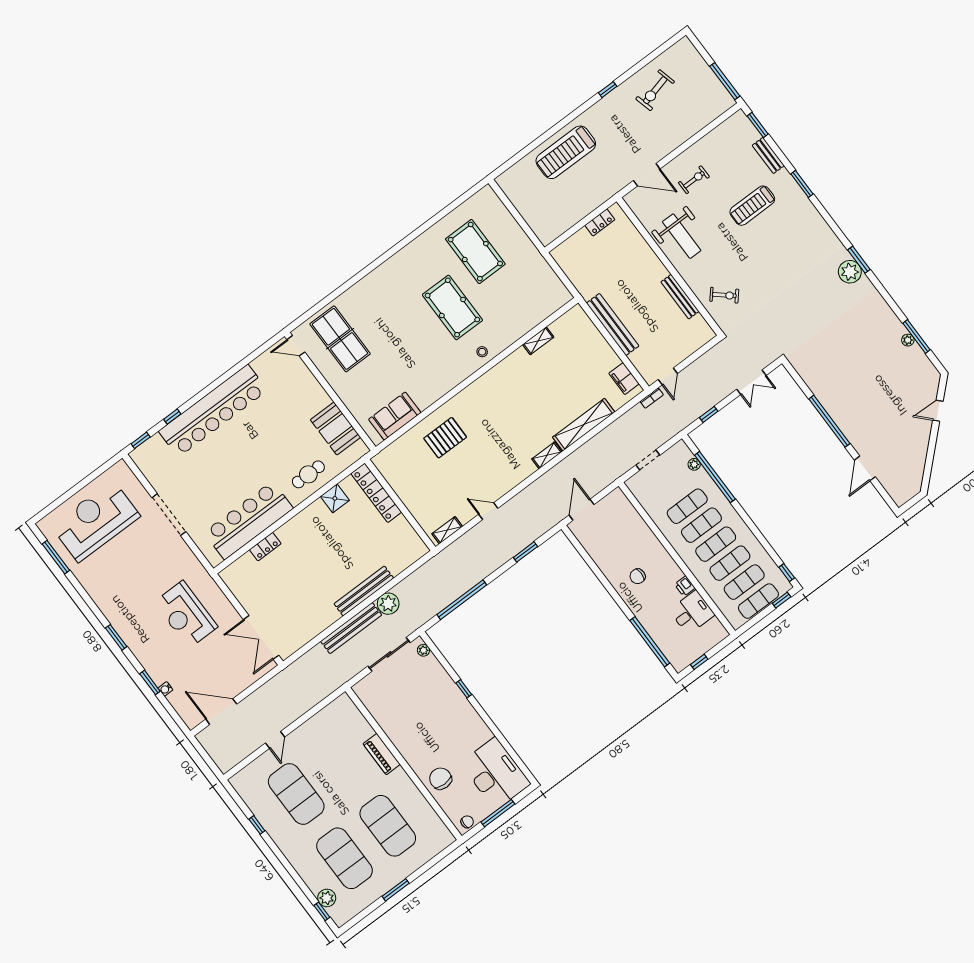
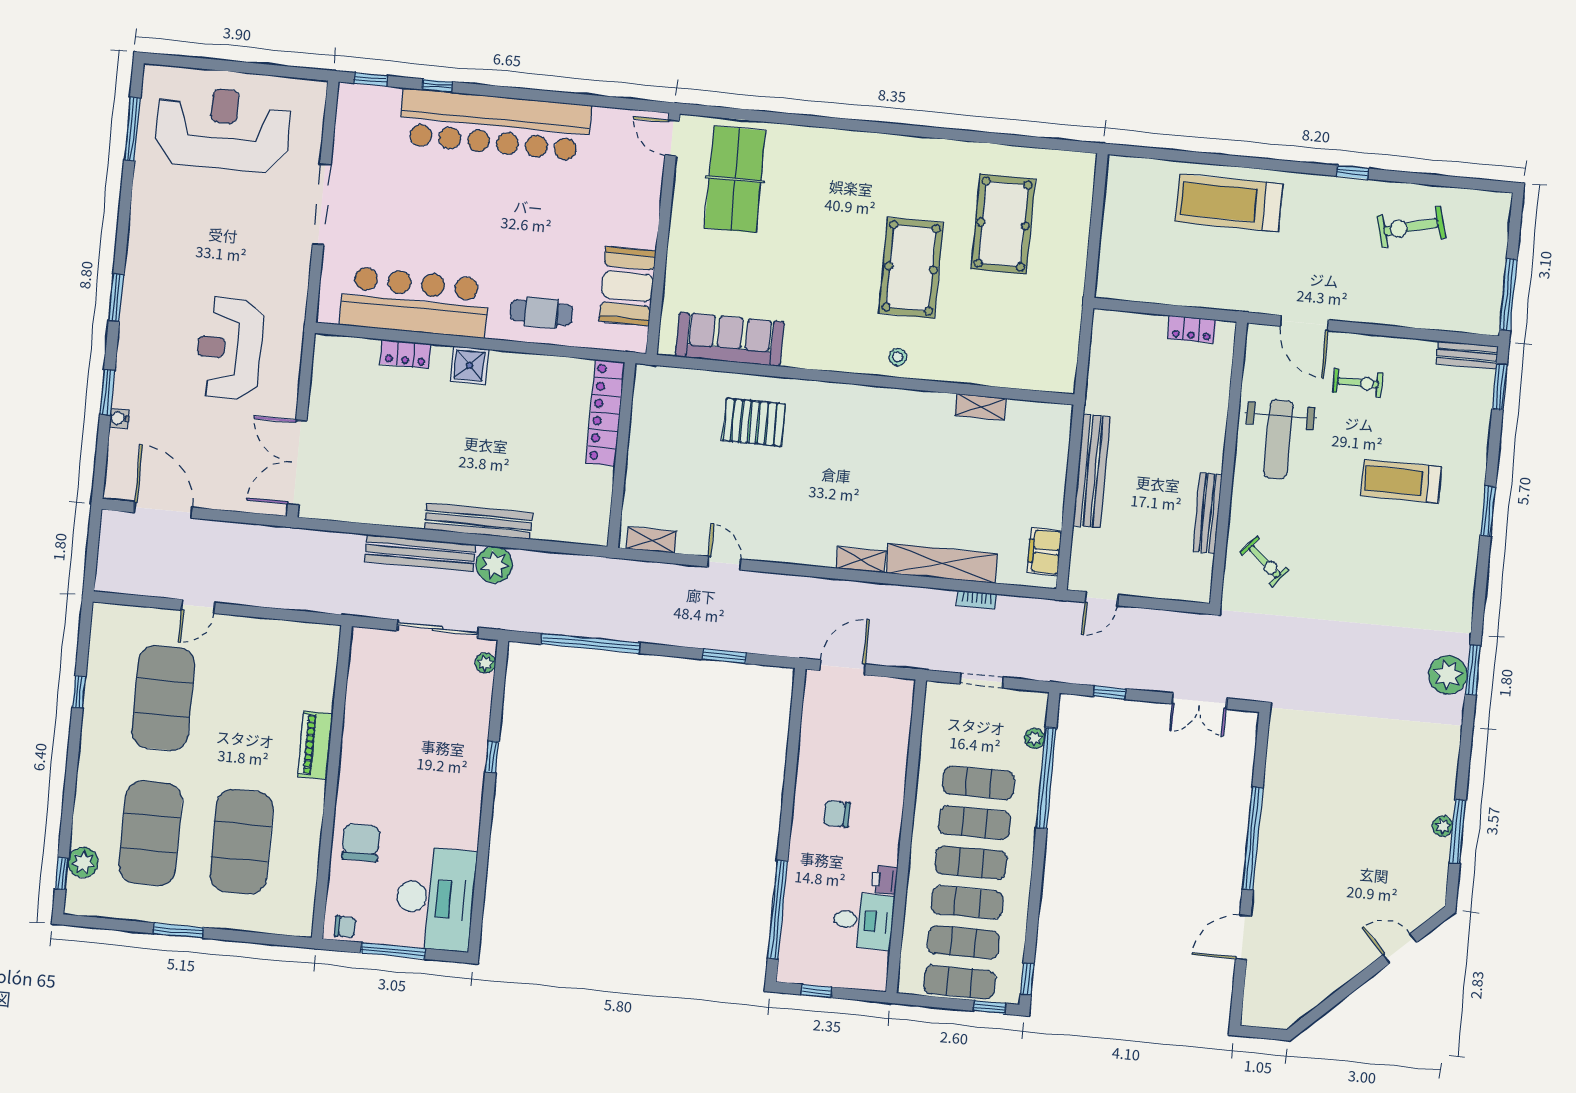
bench: (768, 155) -> (1467, 355), moved, turned 90
bookcase: (652, 398) -> (977, 600), moved
sofa: (395, 416) -> (730, 339), width x1.36
shower: (335, 498) -> (469, 365), moved

